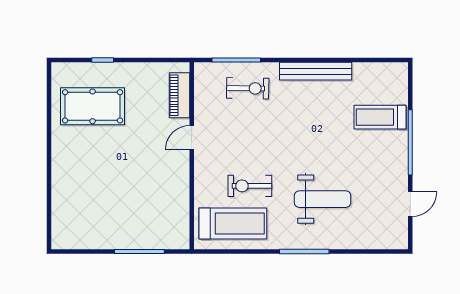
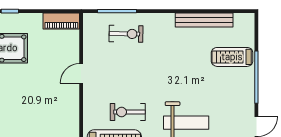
bench: (316, 71) -> (204, 20), moved
piano: (179, 95) -> (61, 21), moved, turned -90

